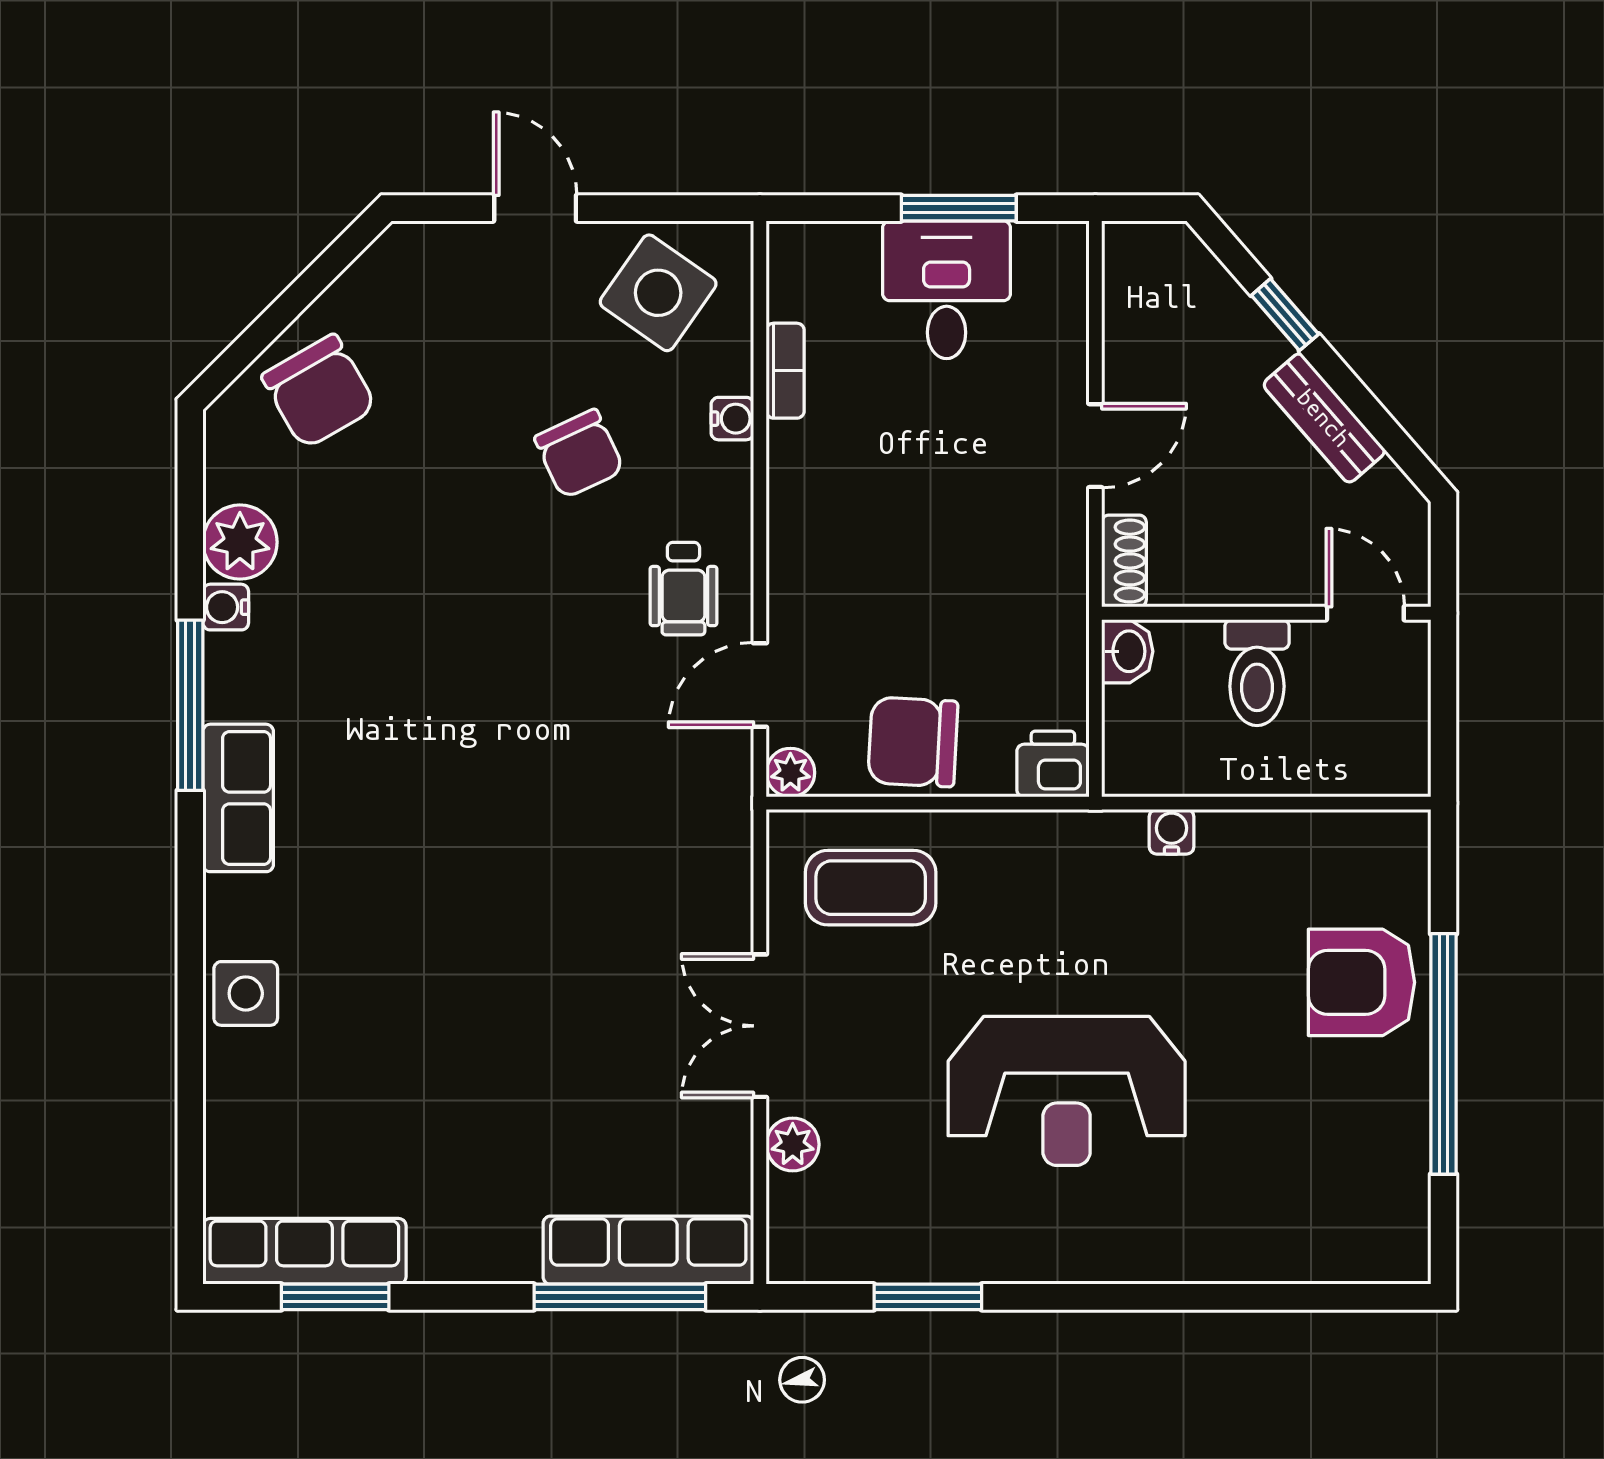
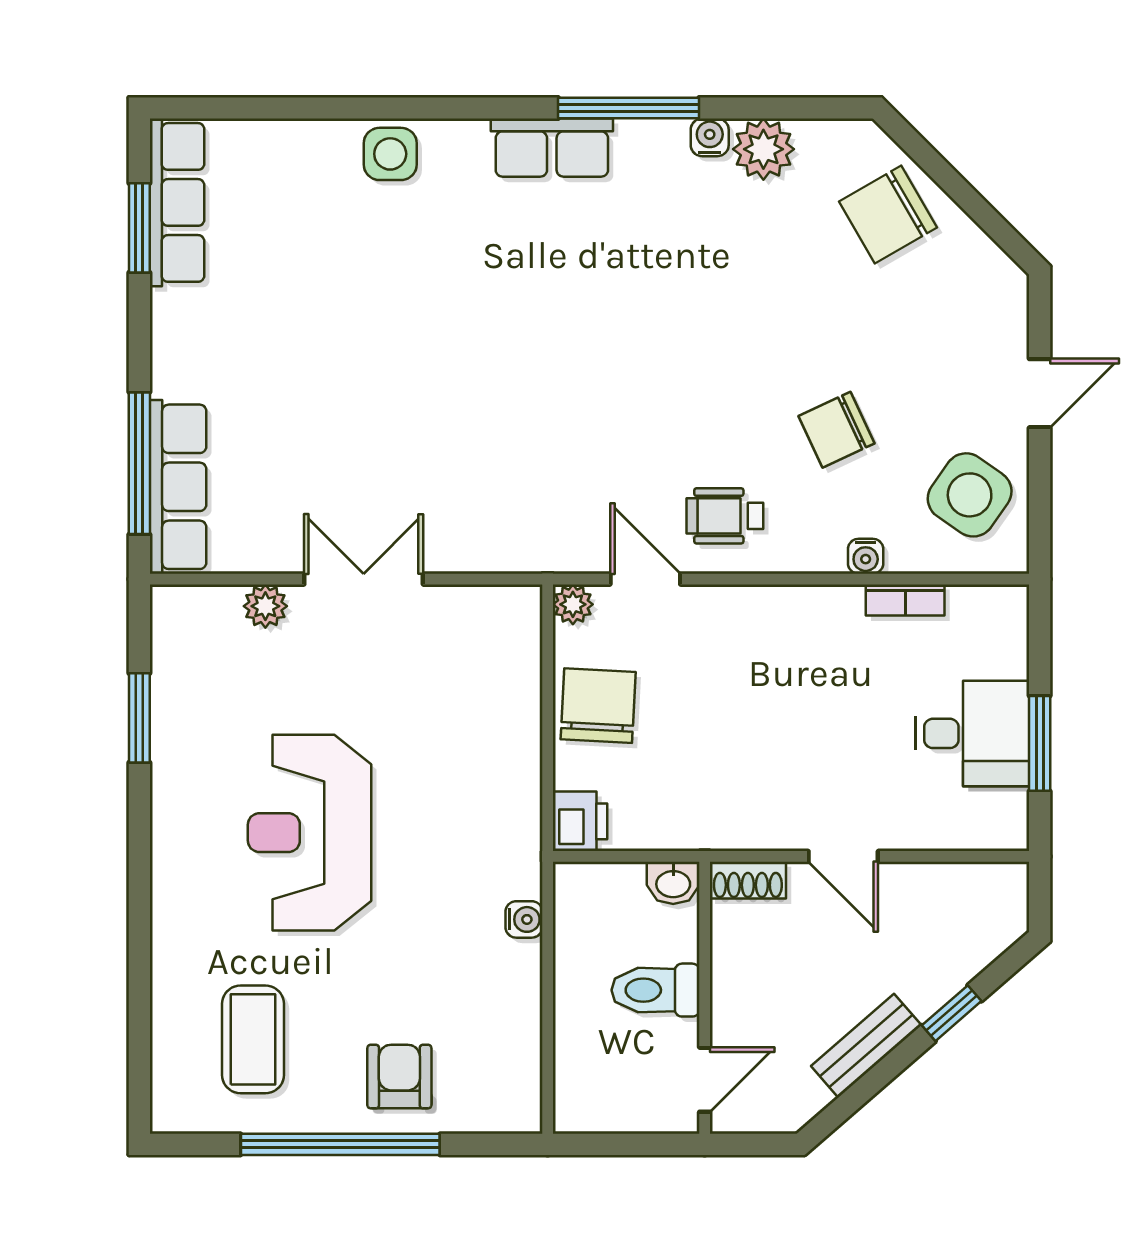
coffee table: (871, 888) -> (253, 1039), moved
armchair: (1361, 982) -> (399, 1077), width x0.72, depth x0.72

